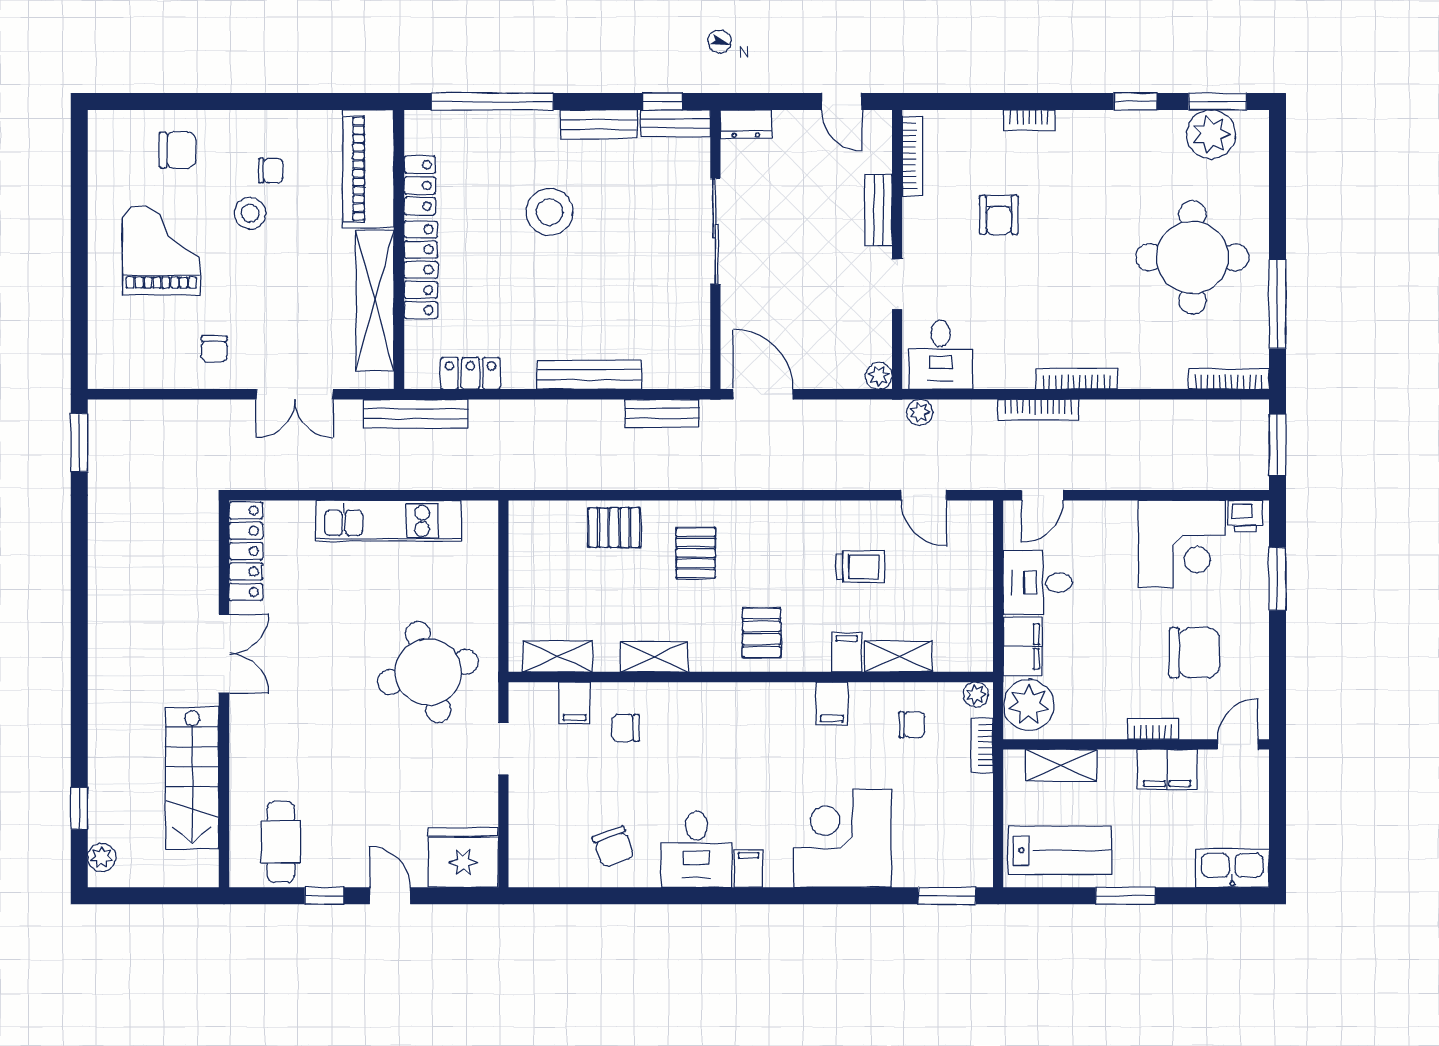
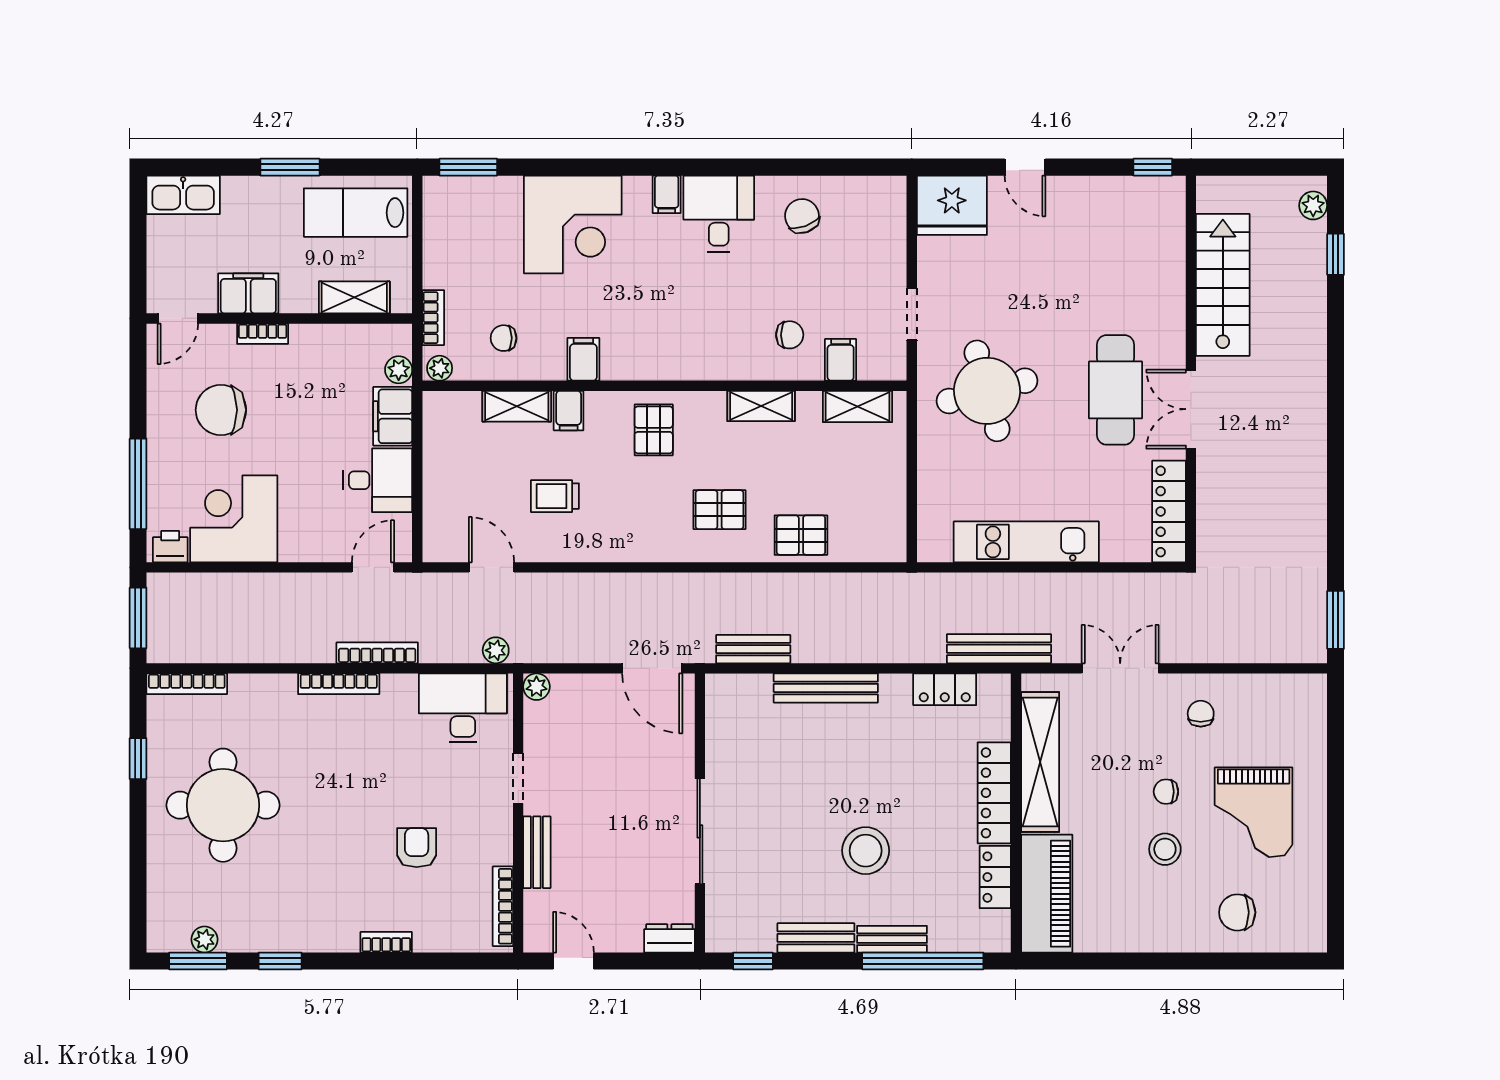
bench: (675, 123) -> (892, 939), moved
plant: (1211, 134) -> (204, 939), width x0.53, depth x0.53
chair: (271, 170) -> (1166, 792), moved
window: (1277, 304) -> (138, 759), width x0.46
desk: (941, 355) -> (463, 708), width x1.37
pallet: (696, 553) -> (720, 510), turned 90
window: (1277, 579) -> (138, 484), width x1.44
plant: (1029, 705) -> (399, 370), width x0.53, depth x0.53
cafe table: (281, 842) -> (1116, 390), moved, width x1.37, depth x1.35
window: (324, 896) -> (1153, 167), moved

